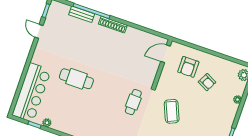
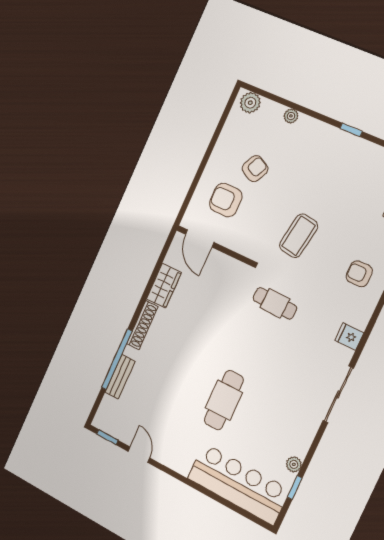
door: (39, 31) -> (139, 455), swing flipped
wardrobe: (137, 35) -> (164, 286), added
armchair: (188, 67) -> (226, 200), turned 180
coffee table: (172, 111) -> (299, 236), turned -58

